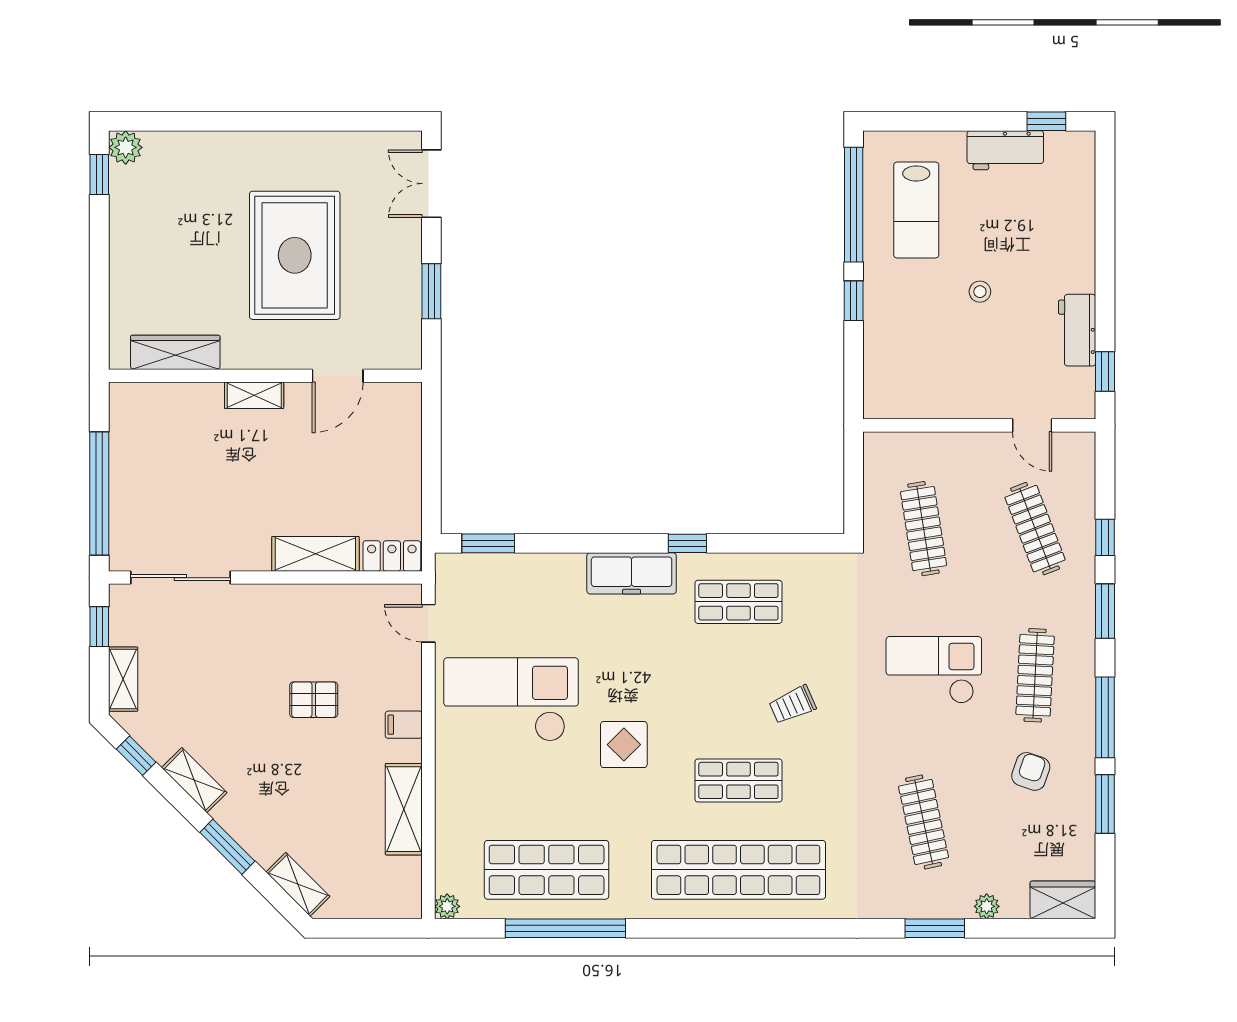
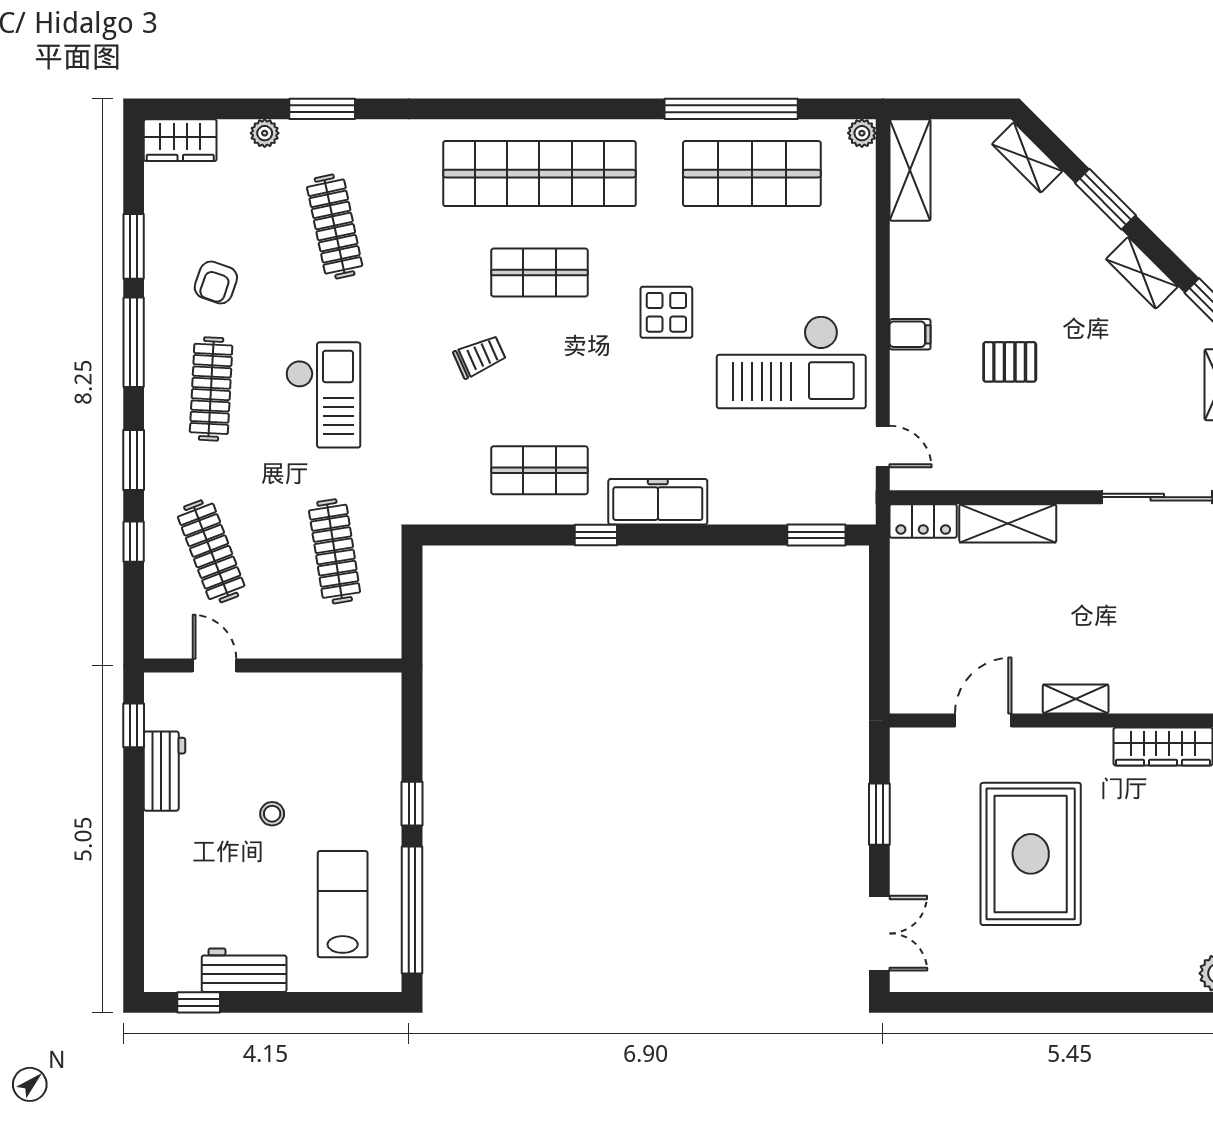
checkout: (934, 670) -> (323, 395), turned -90
shelving: (404, 809) -> (910, 170), moved

